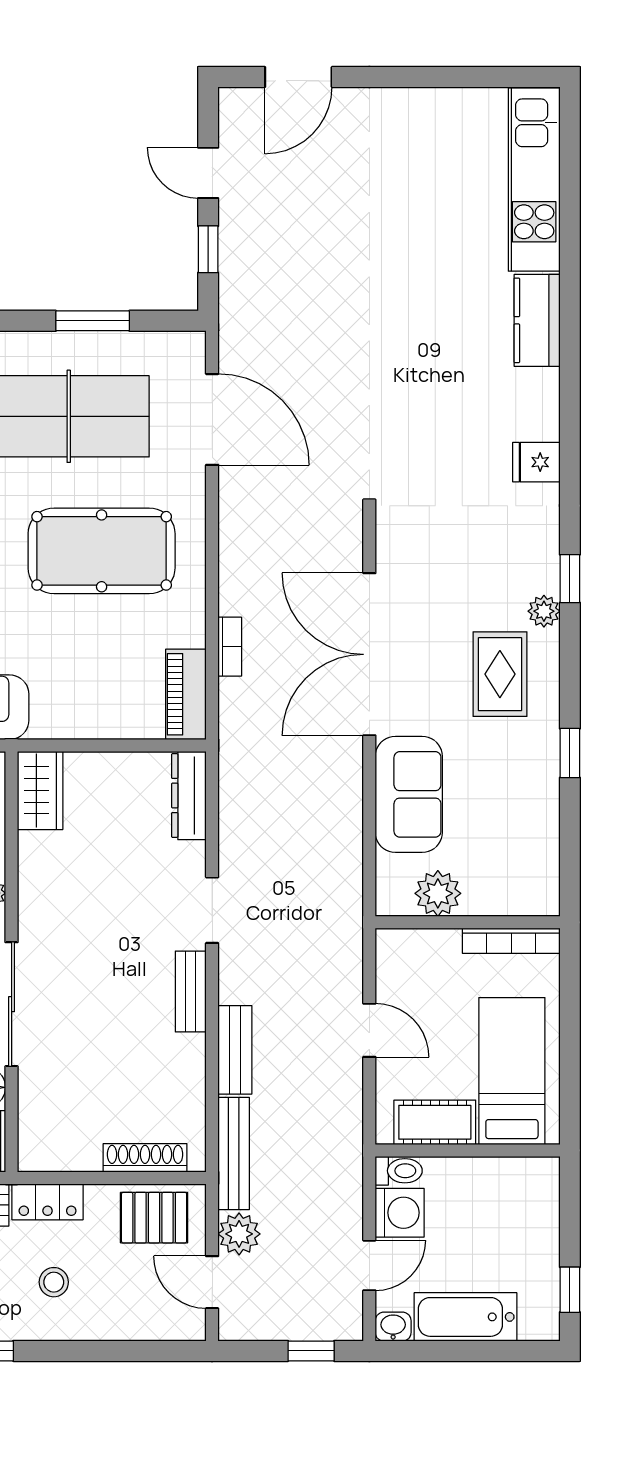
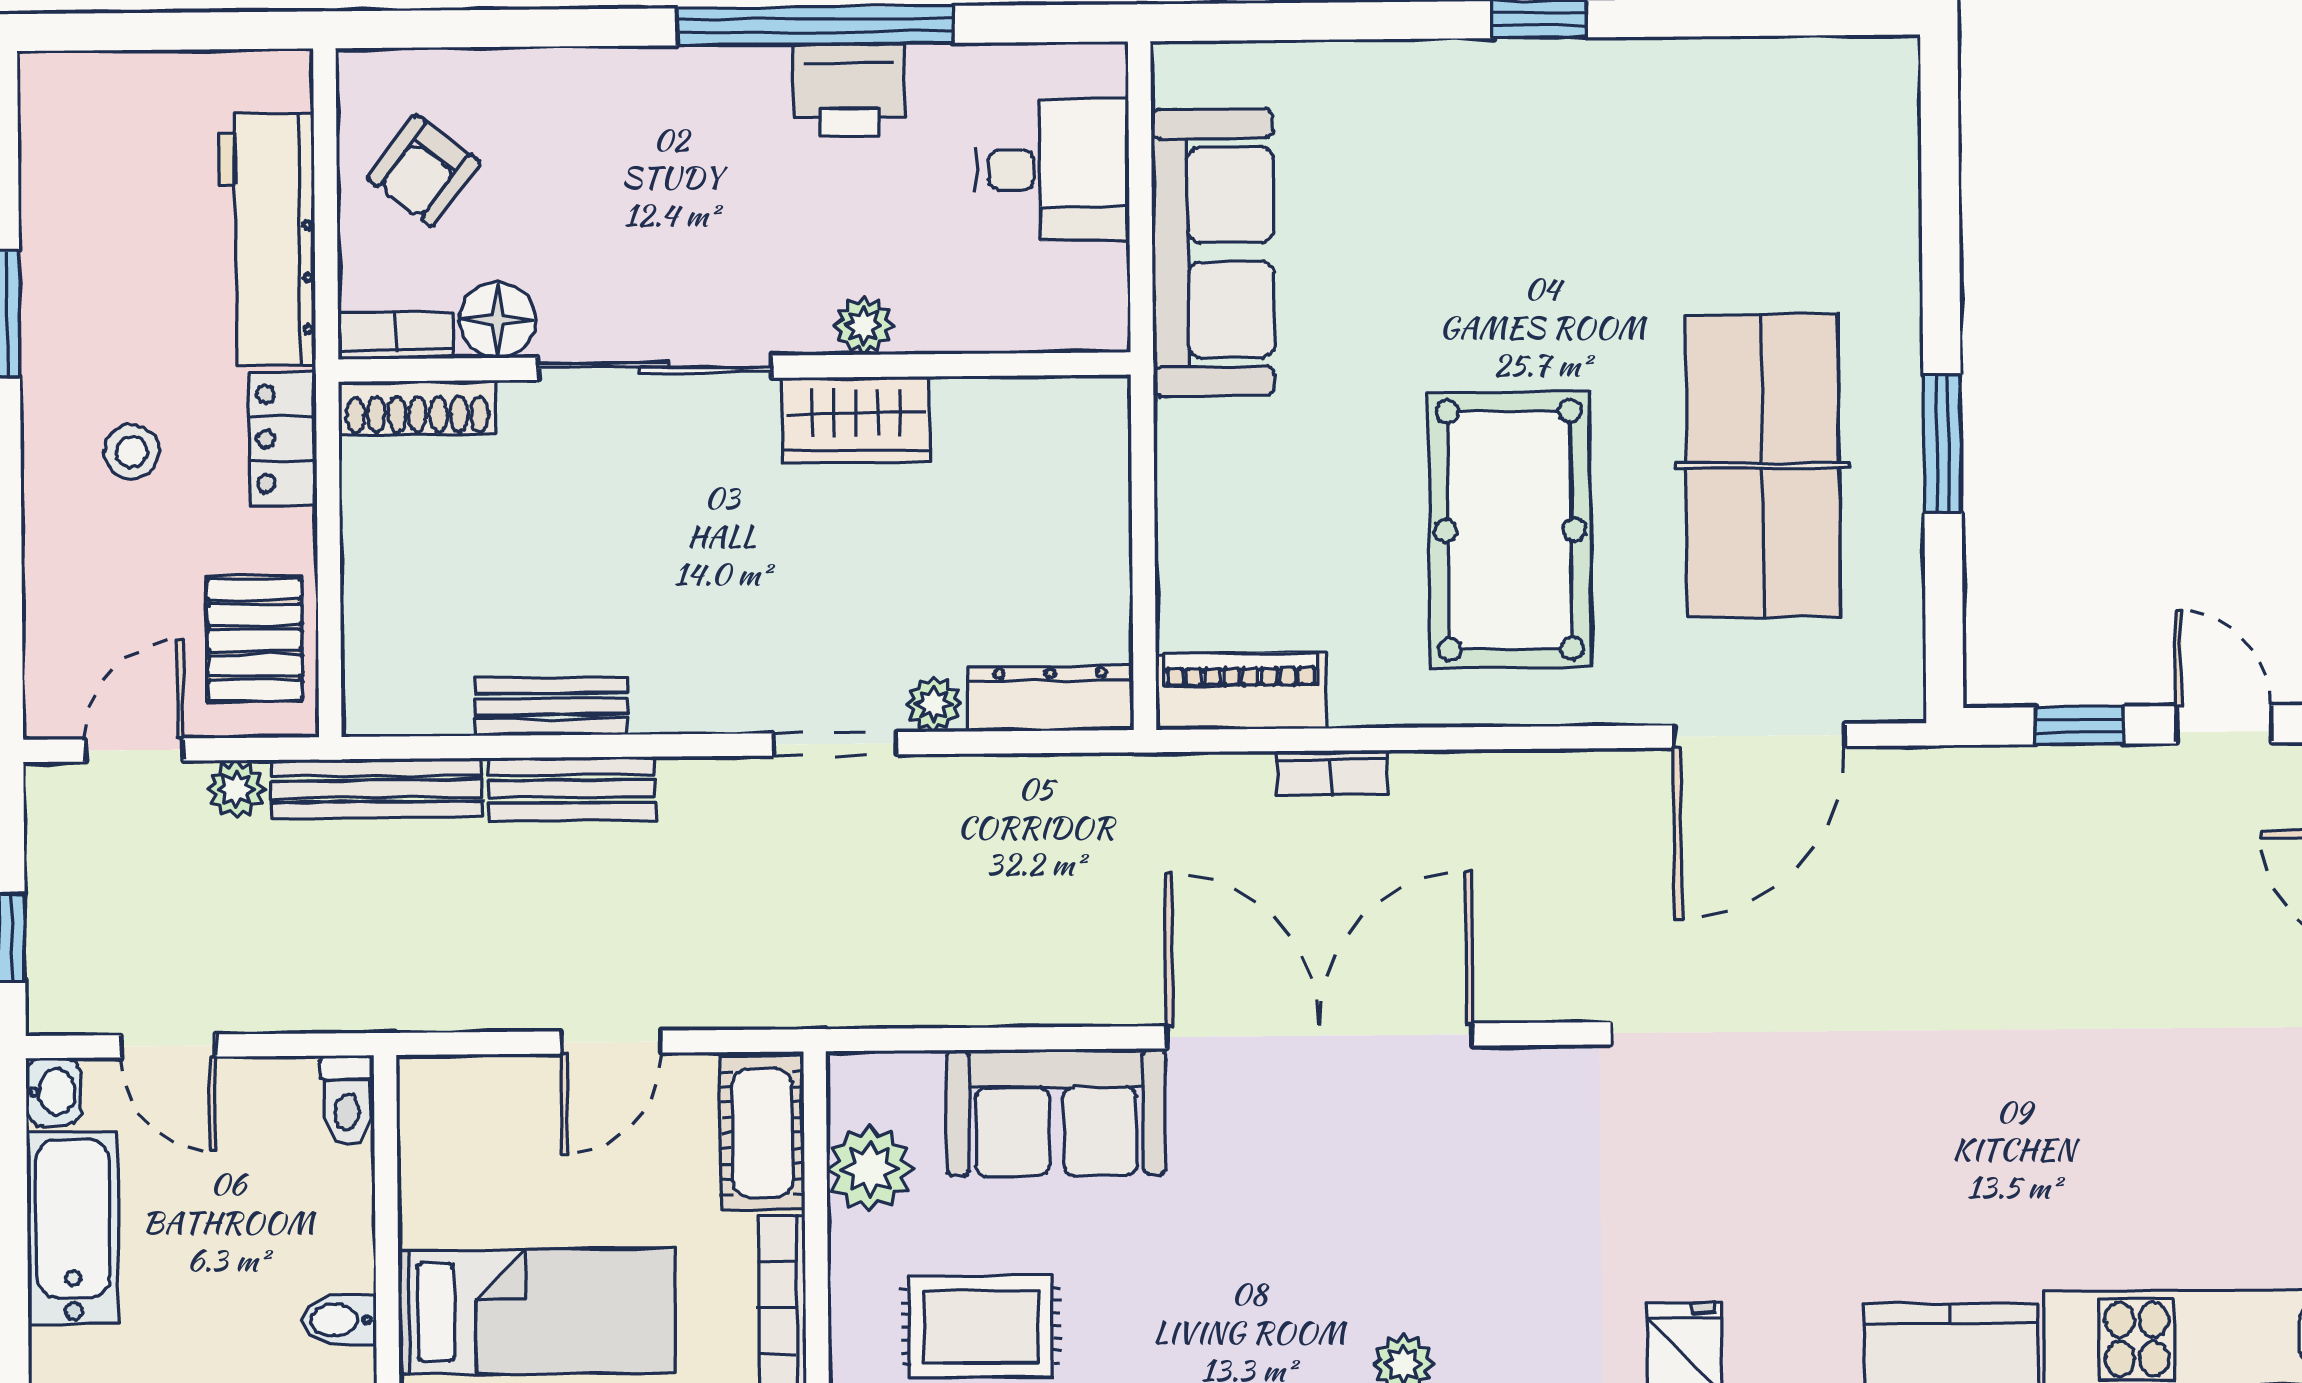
door: (208, 173) -> (2224, 724), hinge flipped
window: (93, 321) -> (1942, 444), moved
rug: (500, 674) -> (981, 1326), moved
wardrobe: (40, 790) -> (856, 420), moved
plant: (191, 858) -> (933, 704), added
bench: (191, 992) -> (551, 706), moved
cot: (435, 1122) -> (762, 1133), moved
shoe rack: (145, 1158) -> (417, 408), moved, turned 90
bidet: (516, 1176) -> (339, 1320), added
washing machine: (400, 1213) -> (268, 1102), removed
plant: (239, 1234) -> (236, 789), width x0.73, depth x0.73

